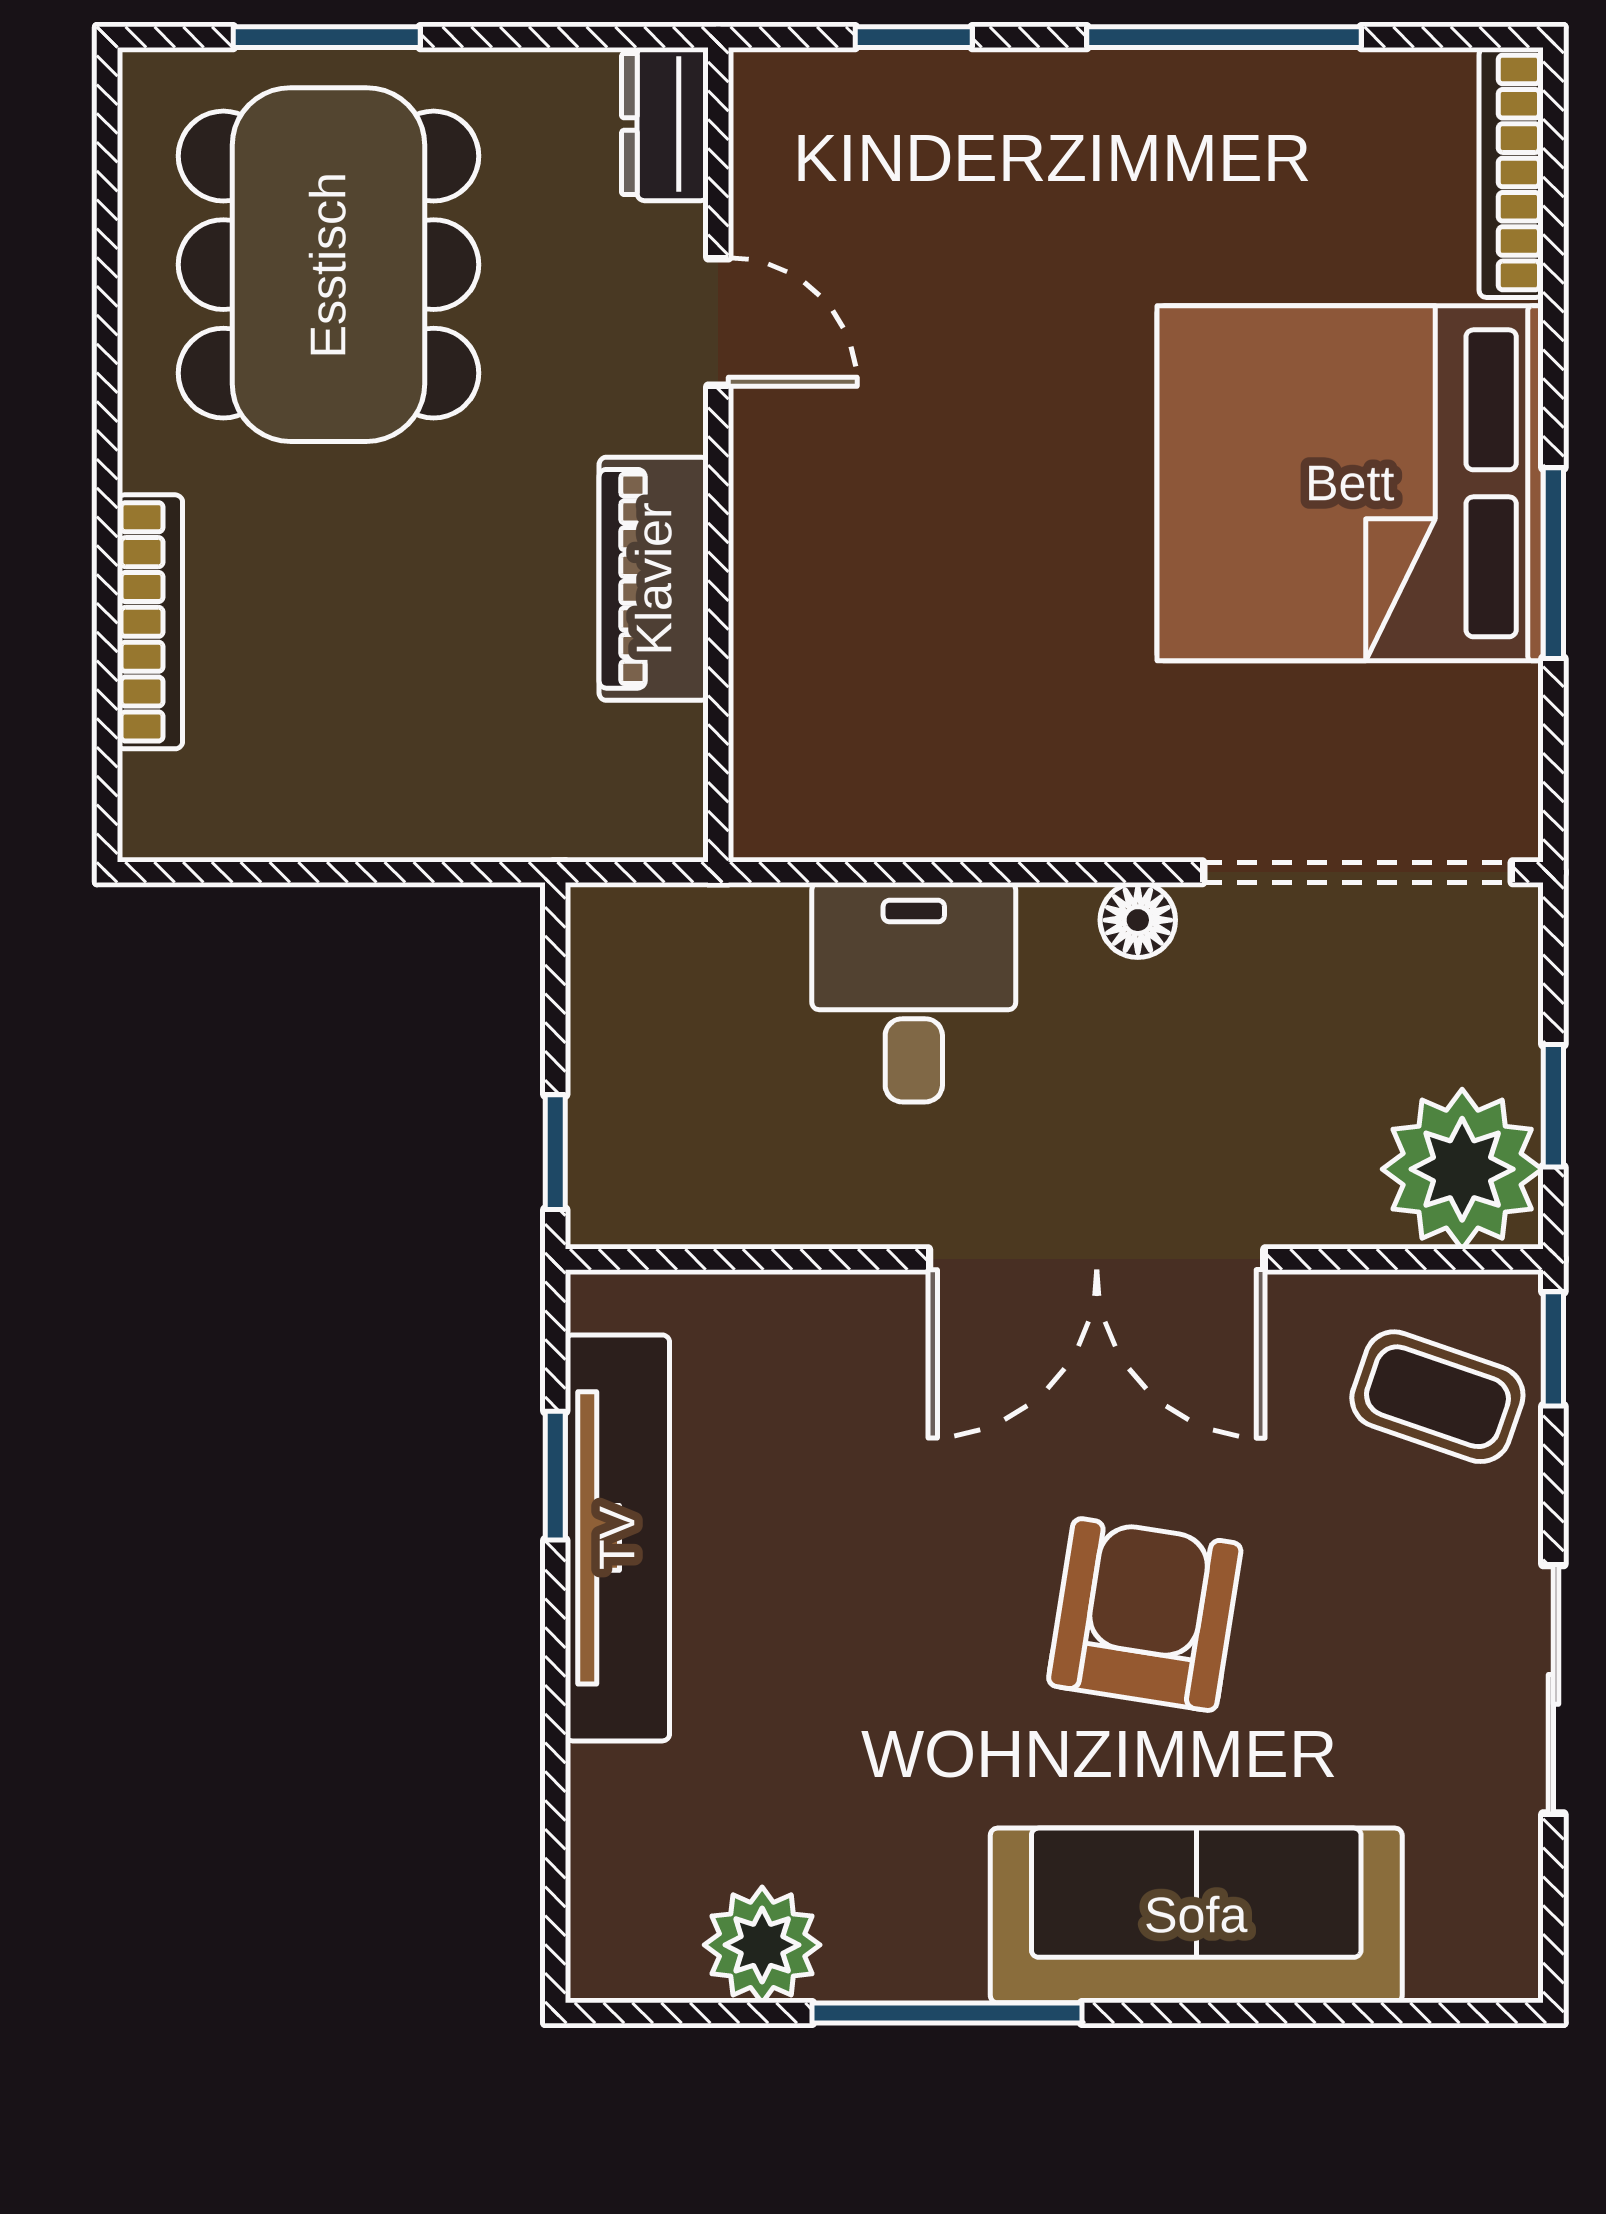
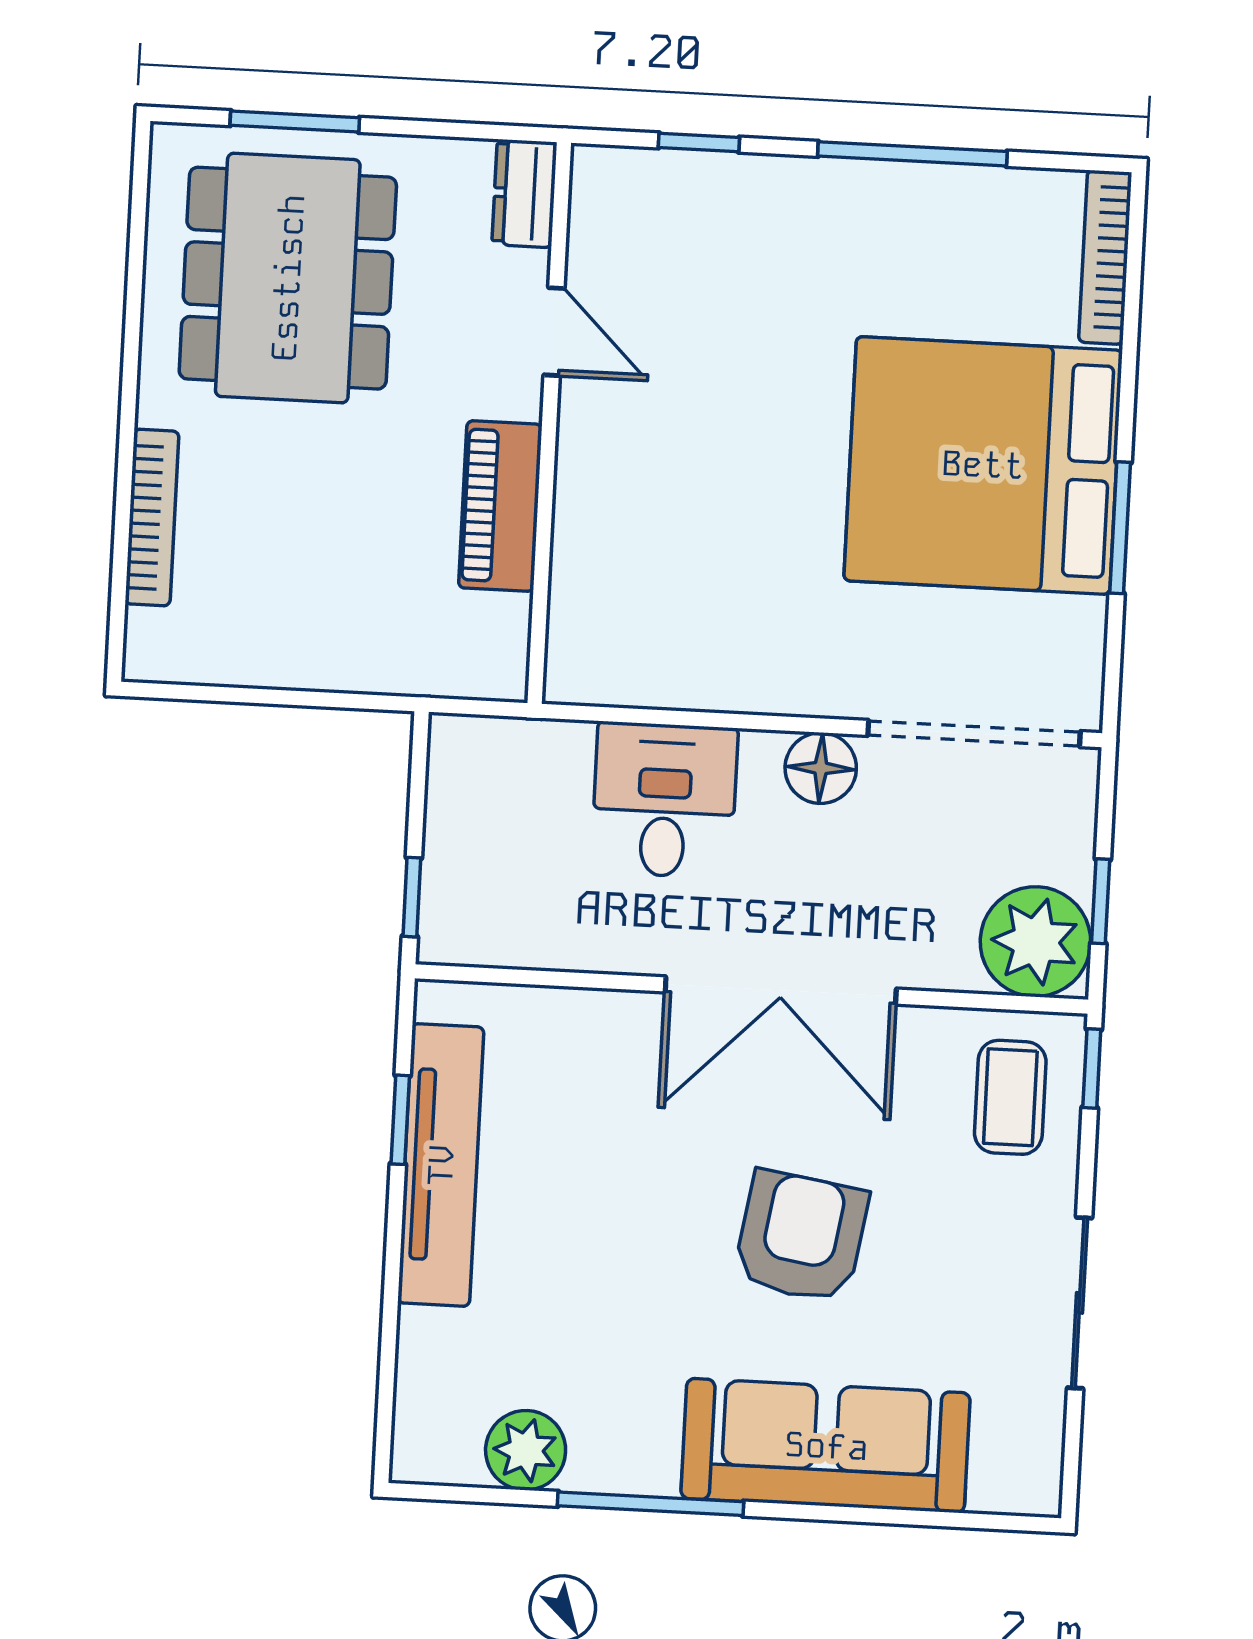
floor lamp: (1138, 920) -> (821, 768), width x1.37, depth x1.37
coffee table: (1437, 1397) -> (1010, 1097), turned 71

